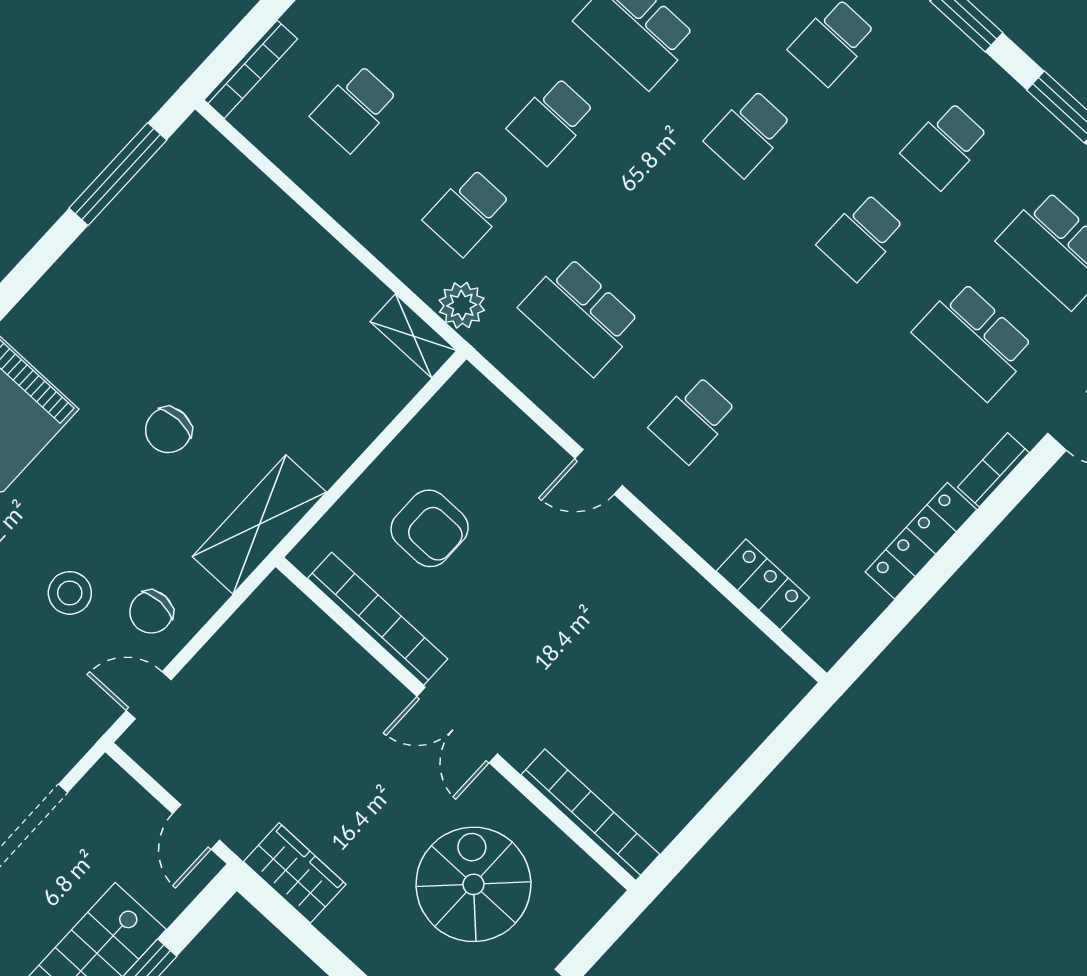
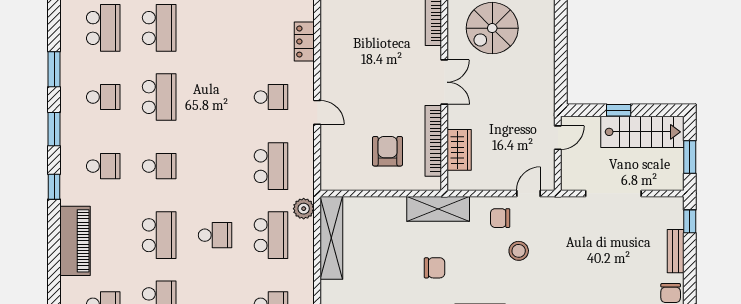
school desk: (467, 212) -> (271, 235), width x1.85
school desk: (861, 237) -> (159, 97), width x1.85
shelving: (413, 336) -> (331, 238), width x2.20, depth x1.33
locker: (763, 584) -> (304, 42), moved
chair: (151, 612) -> (500, 218), turned 180
door: (149, 695) -> (528, 193), swing flipped
wardrobe: (295, 873) -> (459, 150), moved, turned 180

